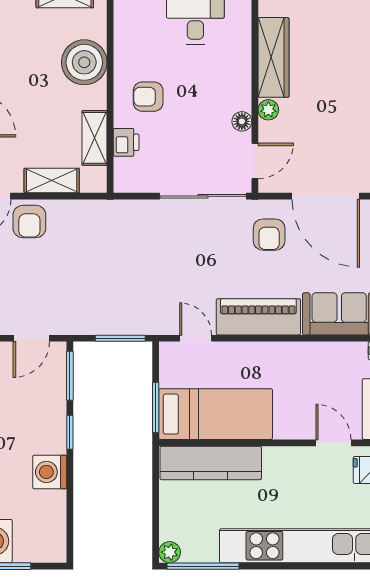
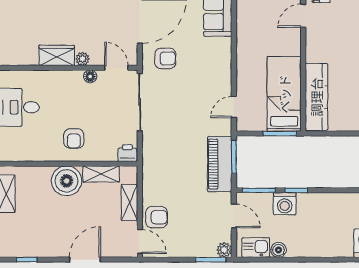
wardrobe: (274, 57) -> (57, 55), width x0.67
boiler: (84, 62) -> (67, 181), moved
printer: (126, 142) -> (127, 153), moved
piano: (258, 317) -> (220, 164), moved
washing machine: (50, 472) -> (285, 204), moved

